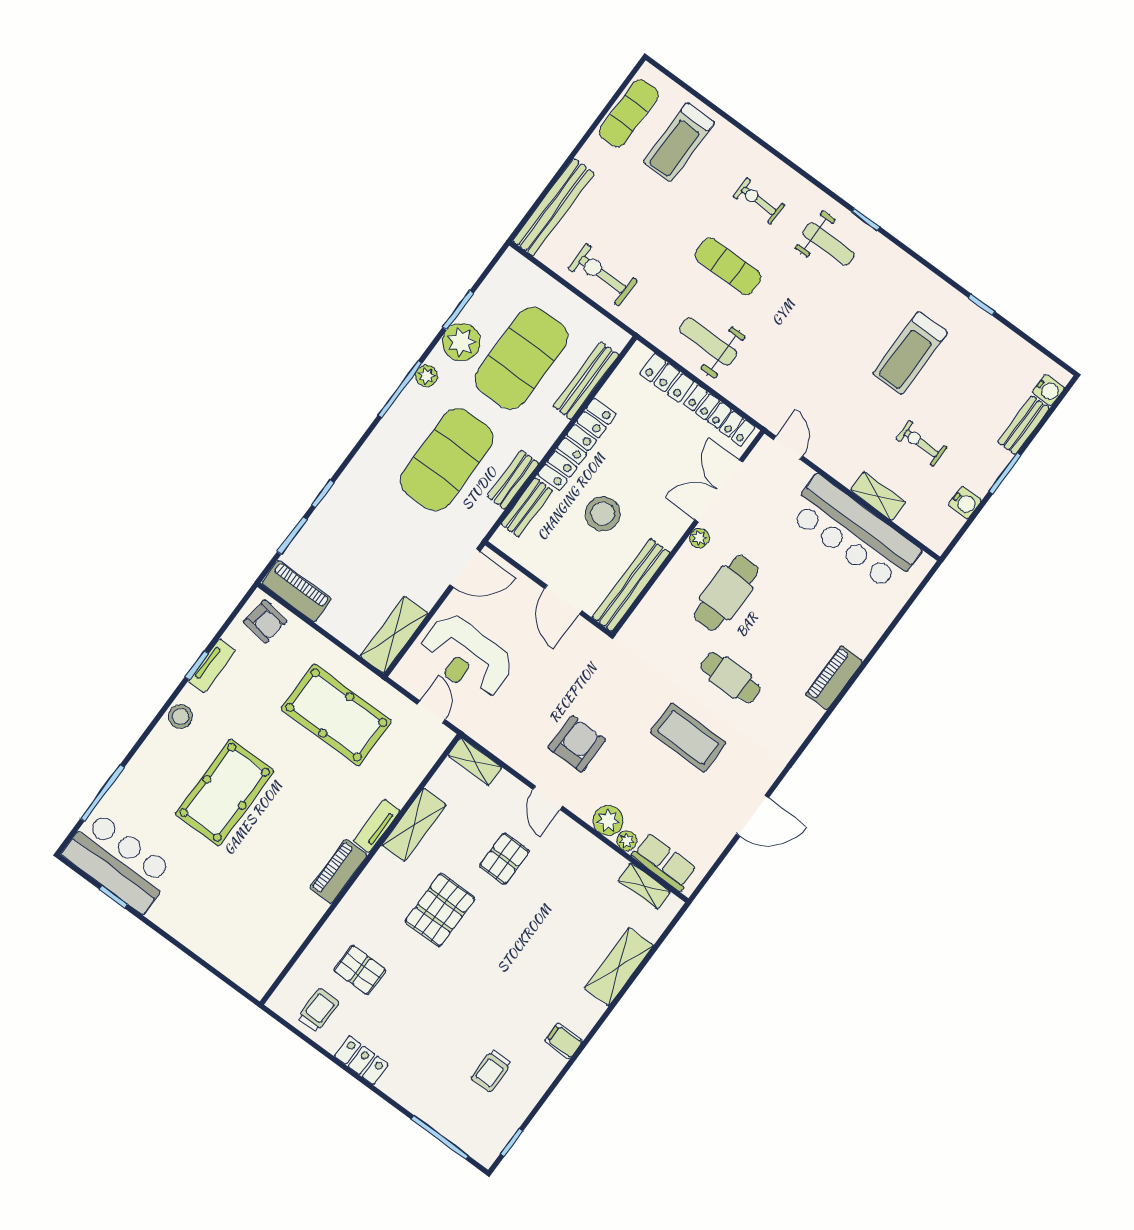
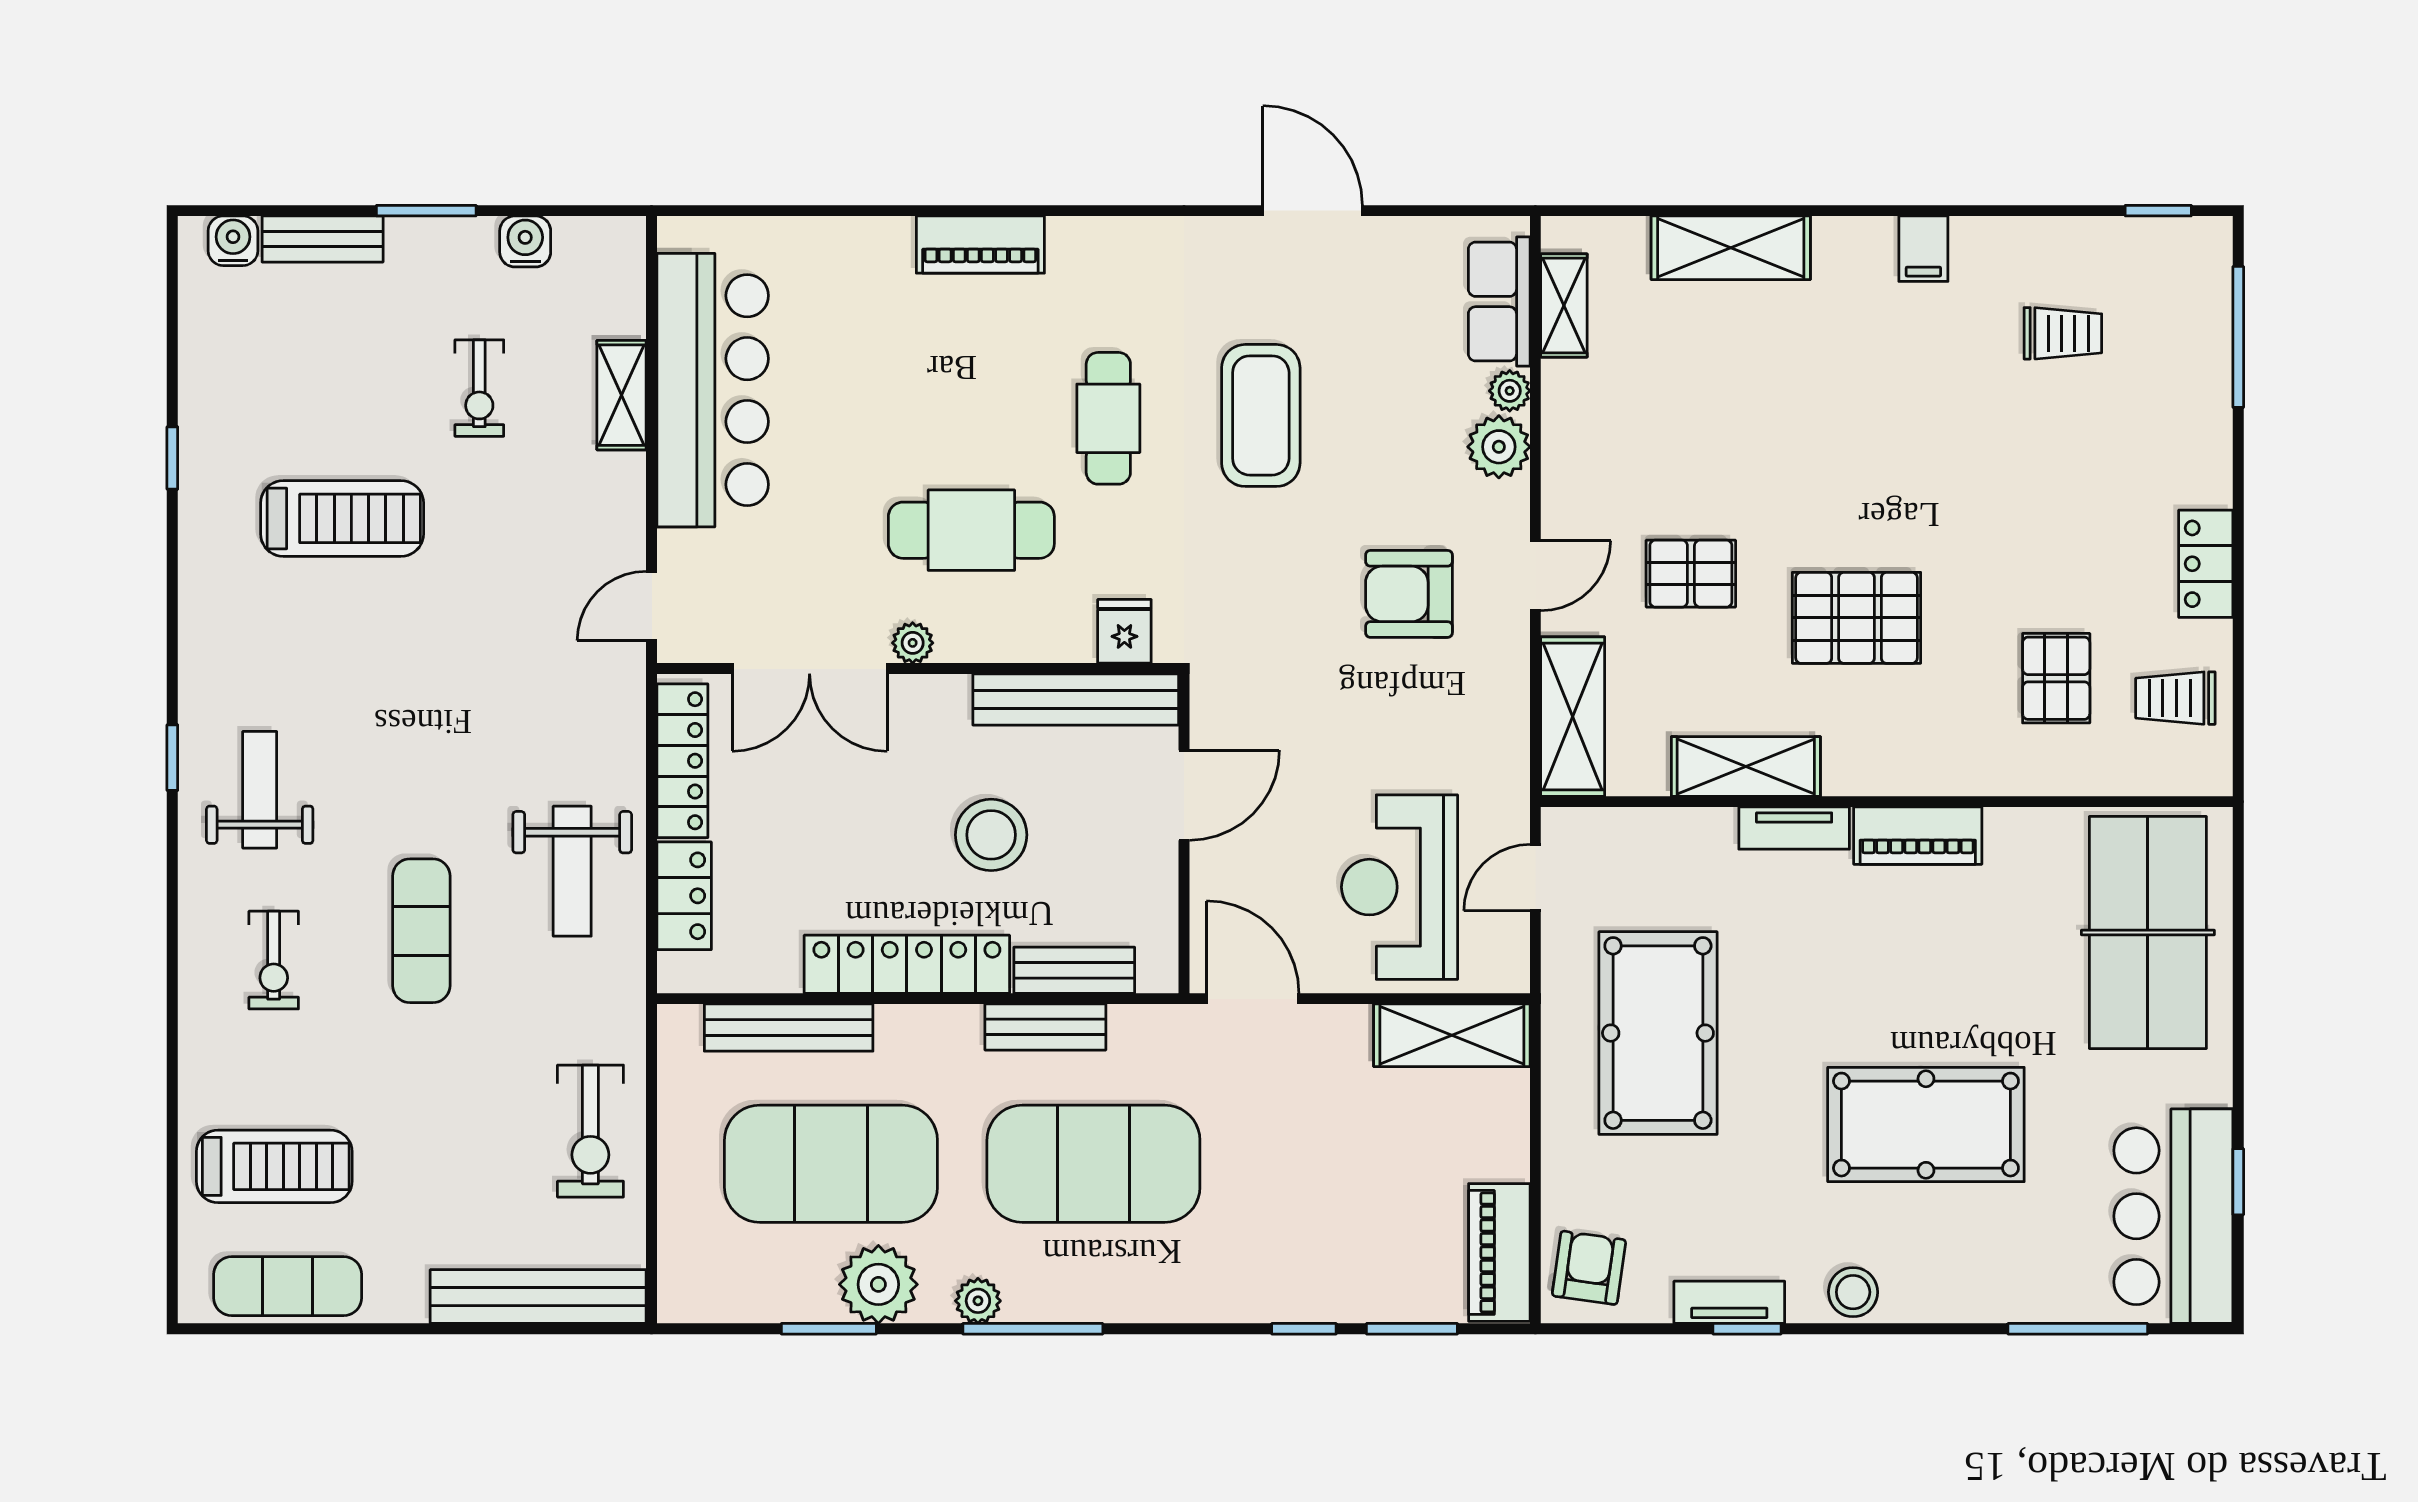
fridge: (643, 623) -> (1124, 631), added
reception desk: (466, 657) -> (1399, 887), turned 180
shelving: (475, 761) -> (1573, 717), width x1.50, depth x1.33
table tennis table: (235, 933) -> (2148, 933), added

